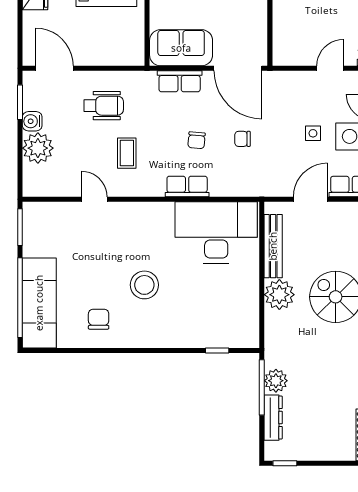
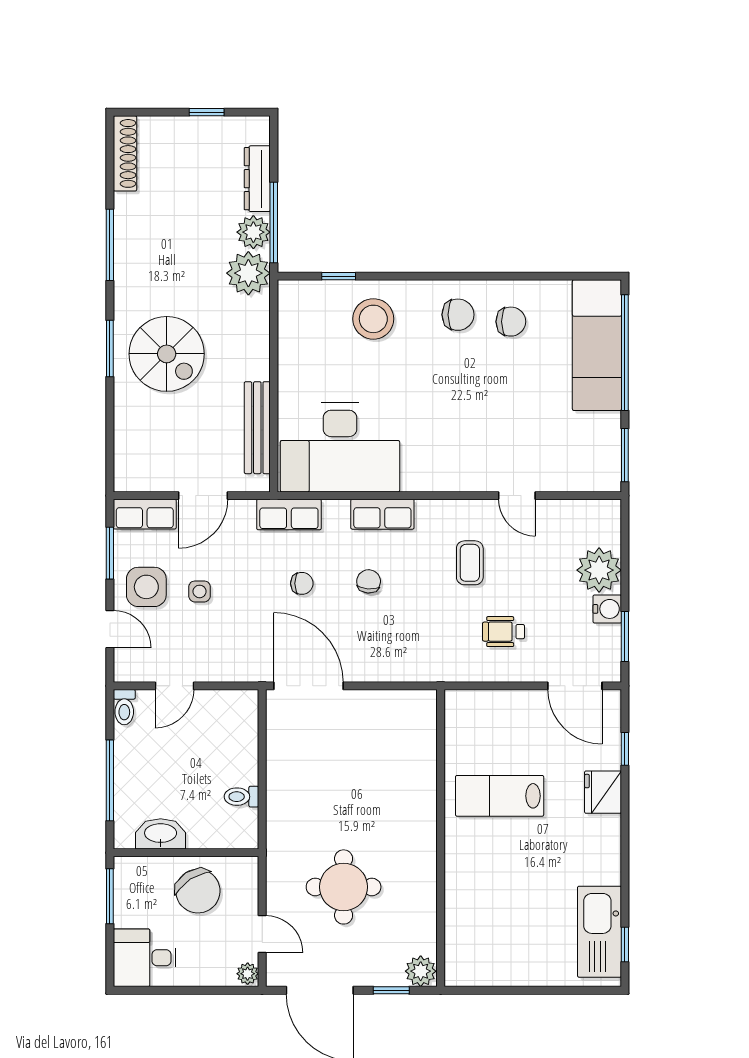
window: (20, 25) -> (625, 749), added
sofa: (181, 48) -> (391, 716), removed
row of seats: (180, 81) -> (289, 515), moved, turned 180
wheelchair: (104, 106) -> (504, 632), width x0.73, depth x0.73
stool: (144, 285) -> (373, 319), moved
plant: (279, 295) -> (248, 273), moved
chair: (99, 319) -> (511, 322), turned -90
chair: (135, 324) -> (458, 315), added
window: (285, 463) -> (207, 112), moved

